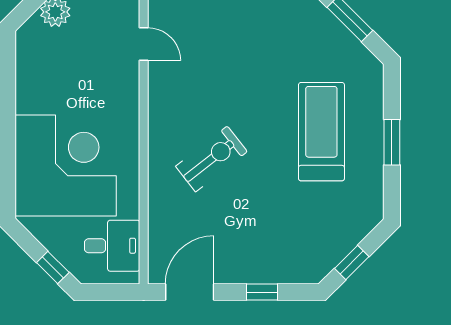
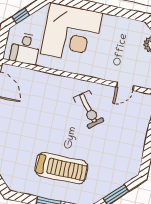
exercise bike: (211, 159) -> (89, 109), moved

